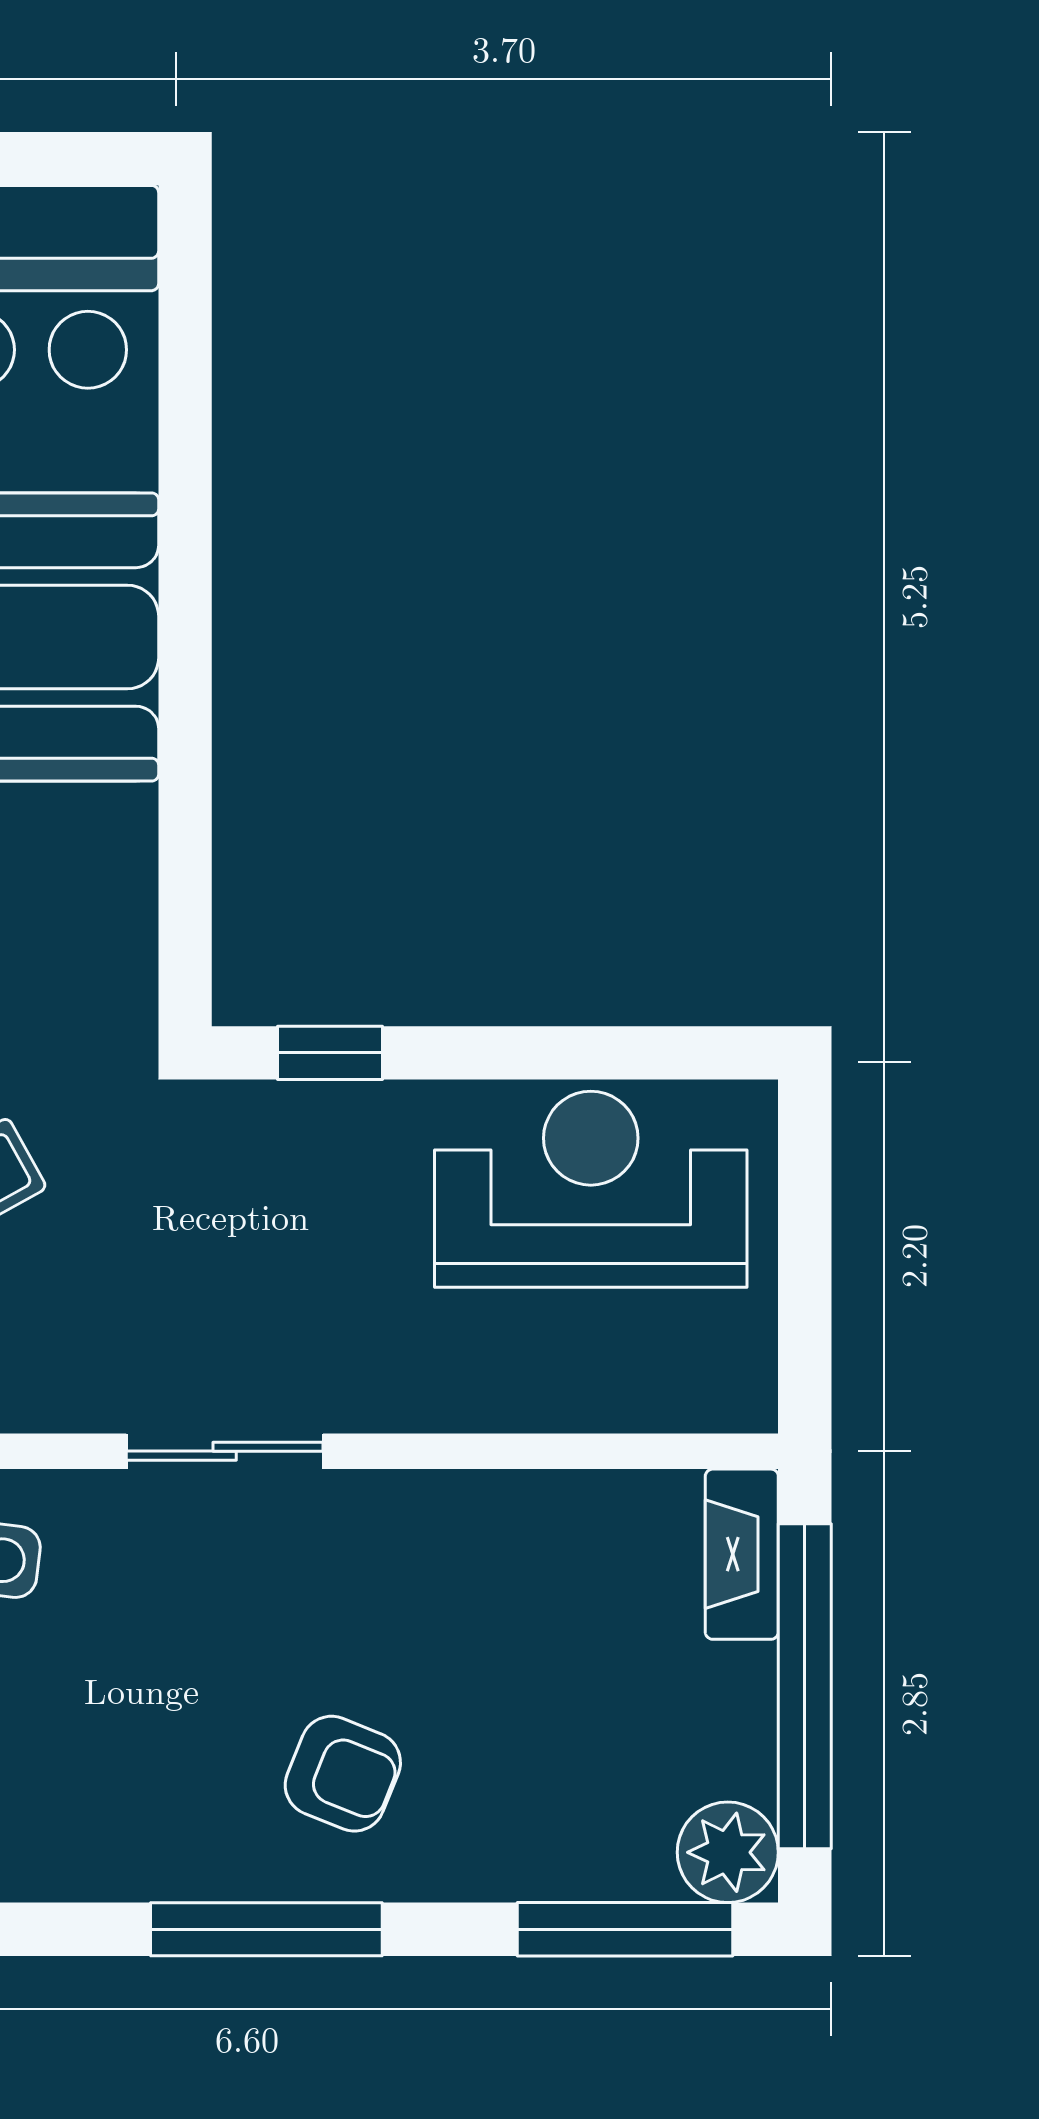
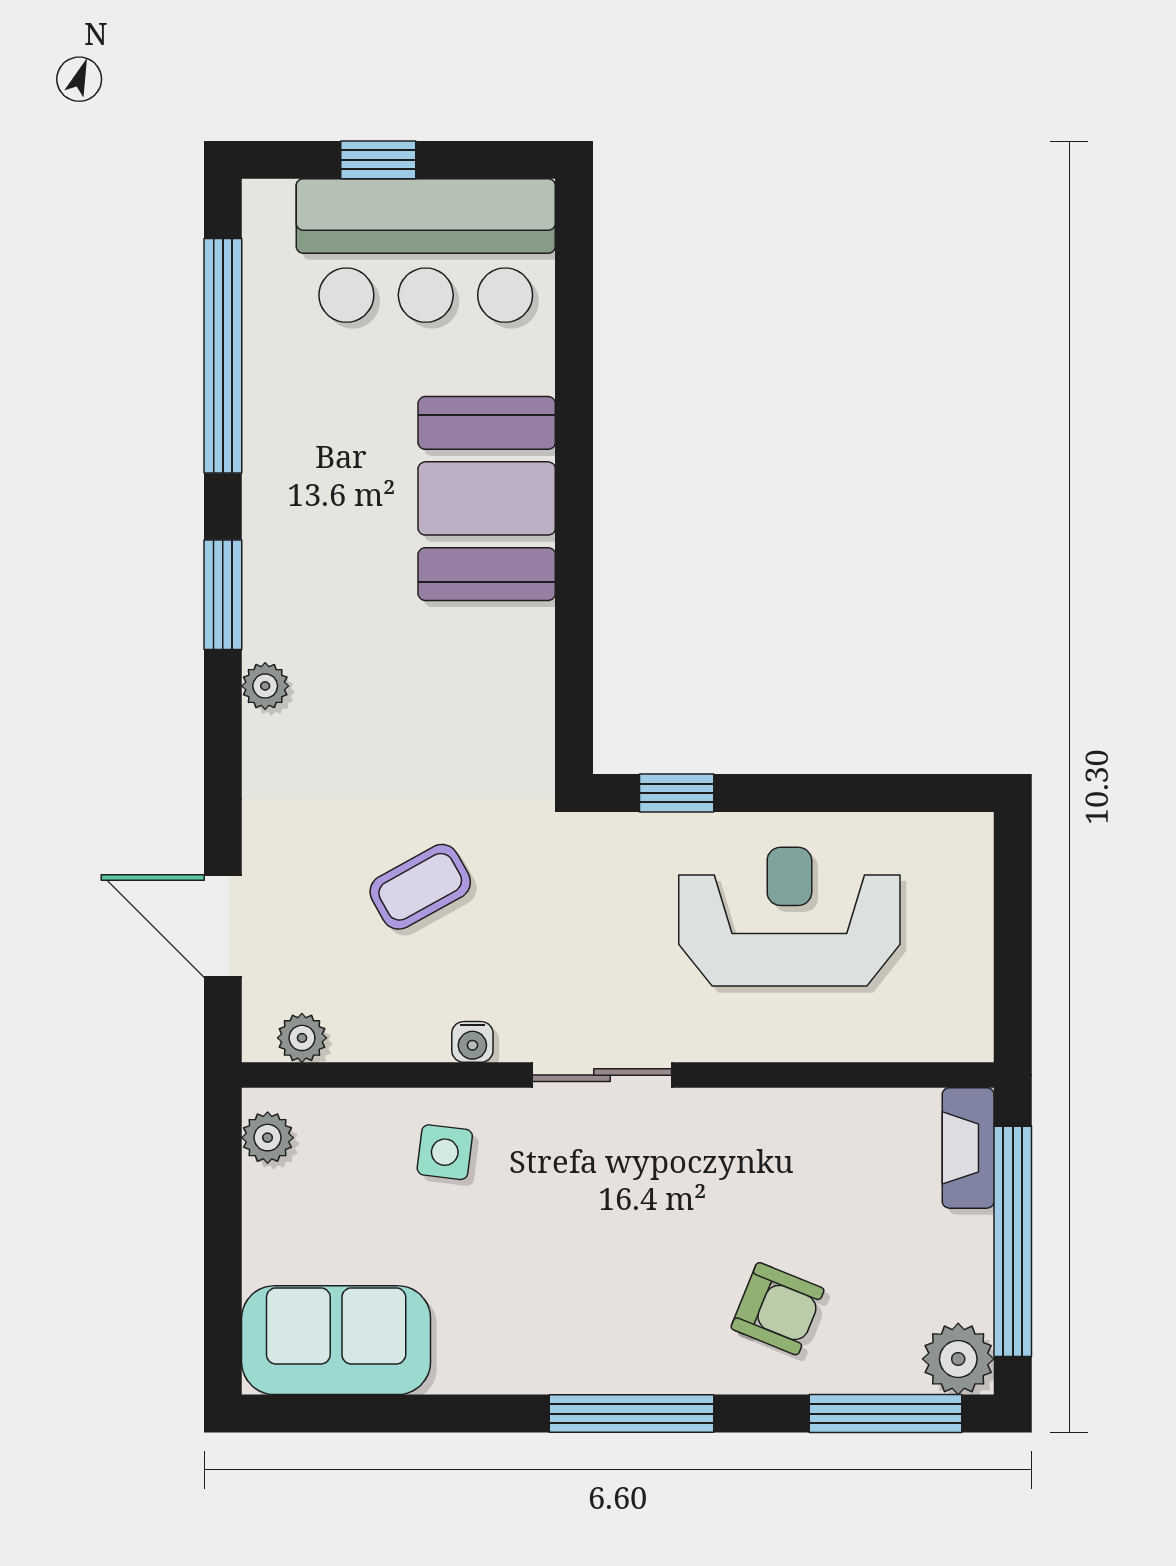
reception desk: (591, 1189) -> (789, 917), moved
water cooler: (42, 1404) -> (472, 1042), added
armchair: (343, 1774) -> (778, 1309), moved

